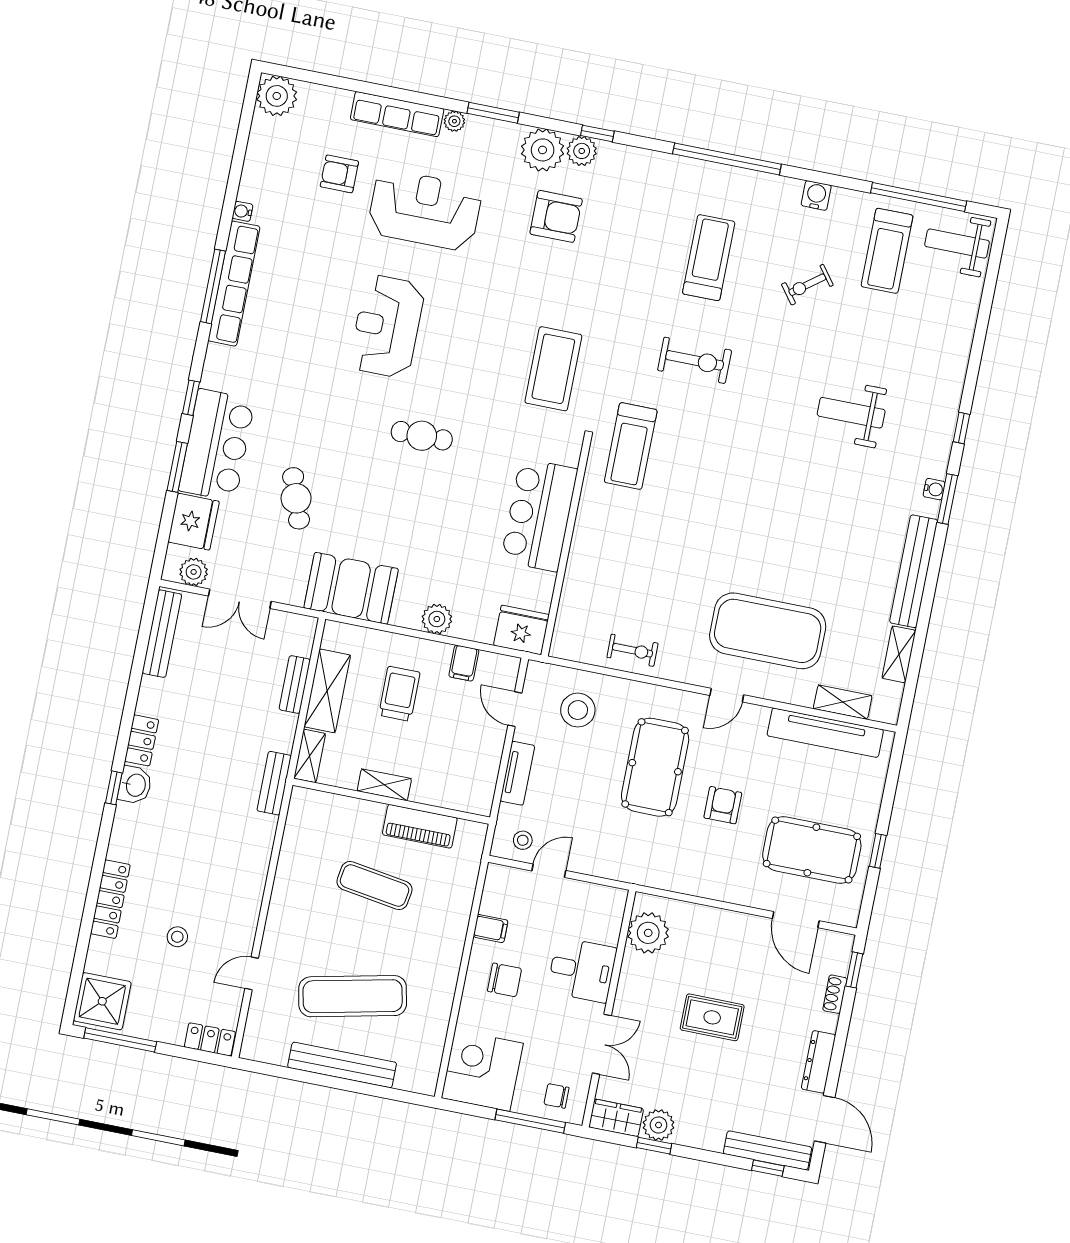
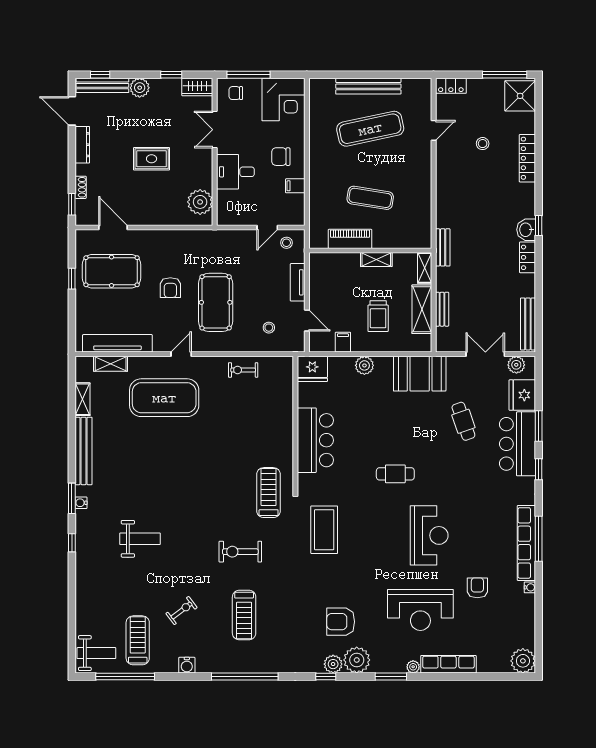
armchair: (339, 174) -> (477, 588), moved, turned -90
stool: (578, 710) -> (269, 328), width x0.53, depth x0.53
chair: (556, 1096) -> (236, 93), turned 180
plant: (659, 1125) -> (140, 88), moved

